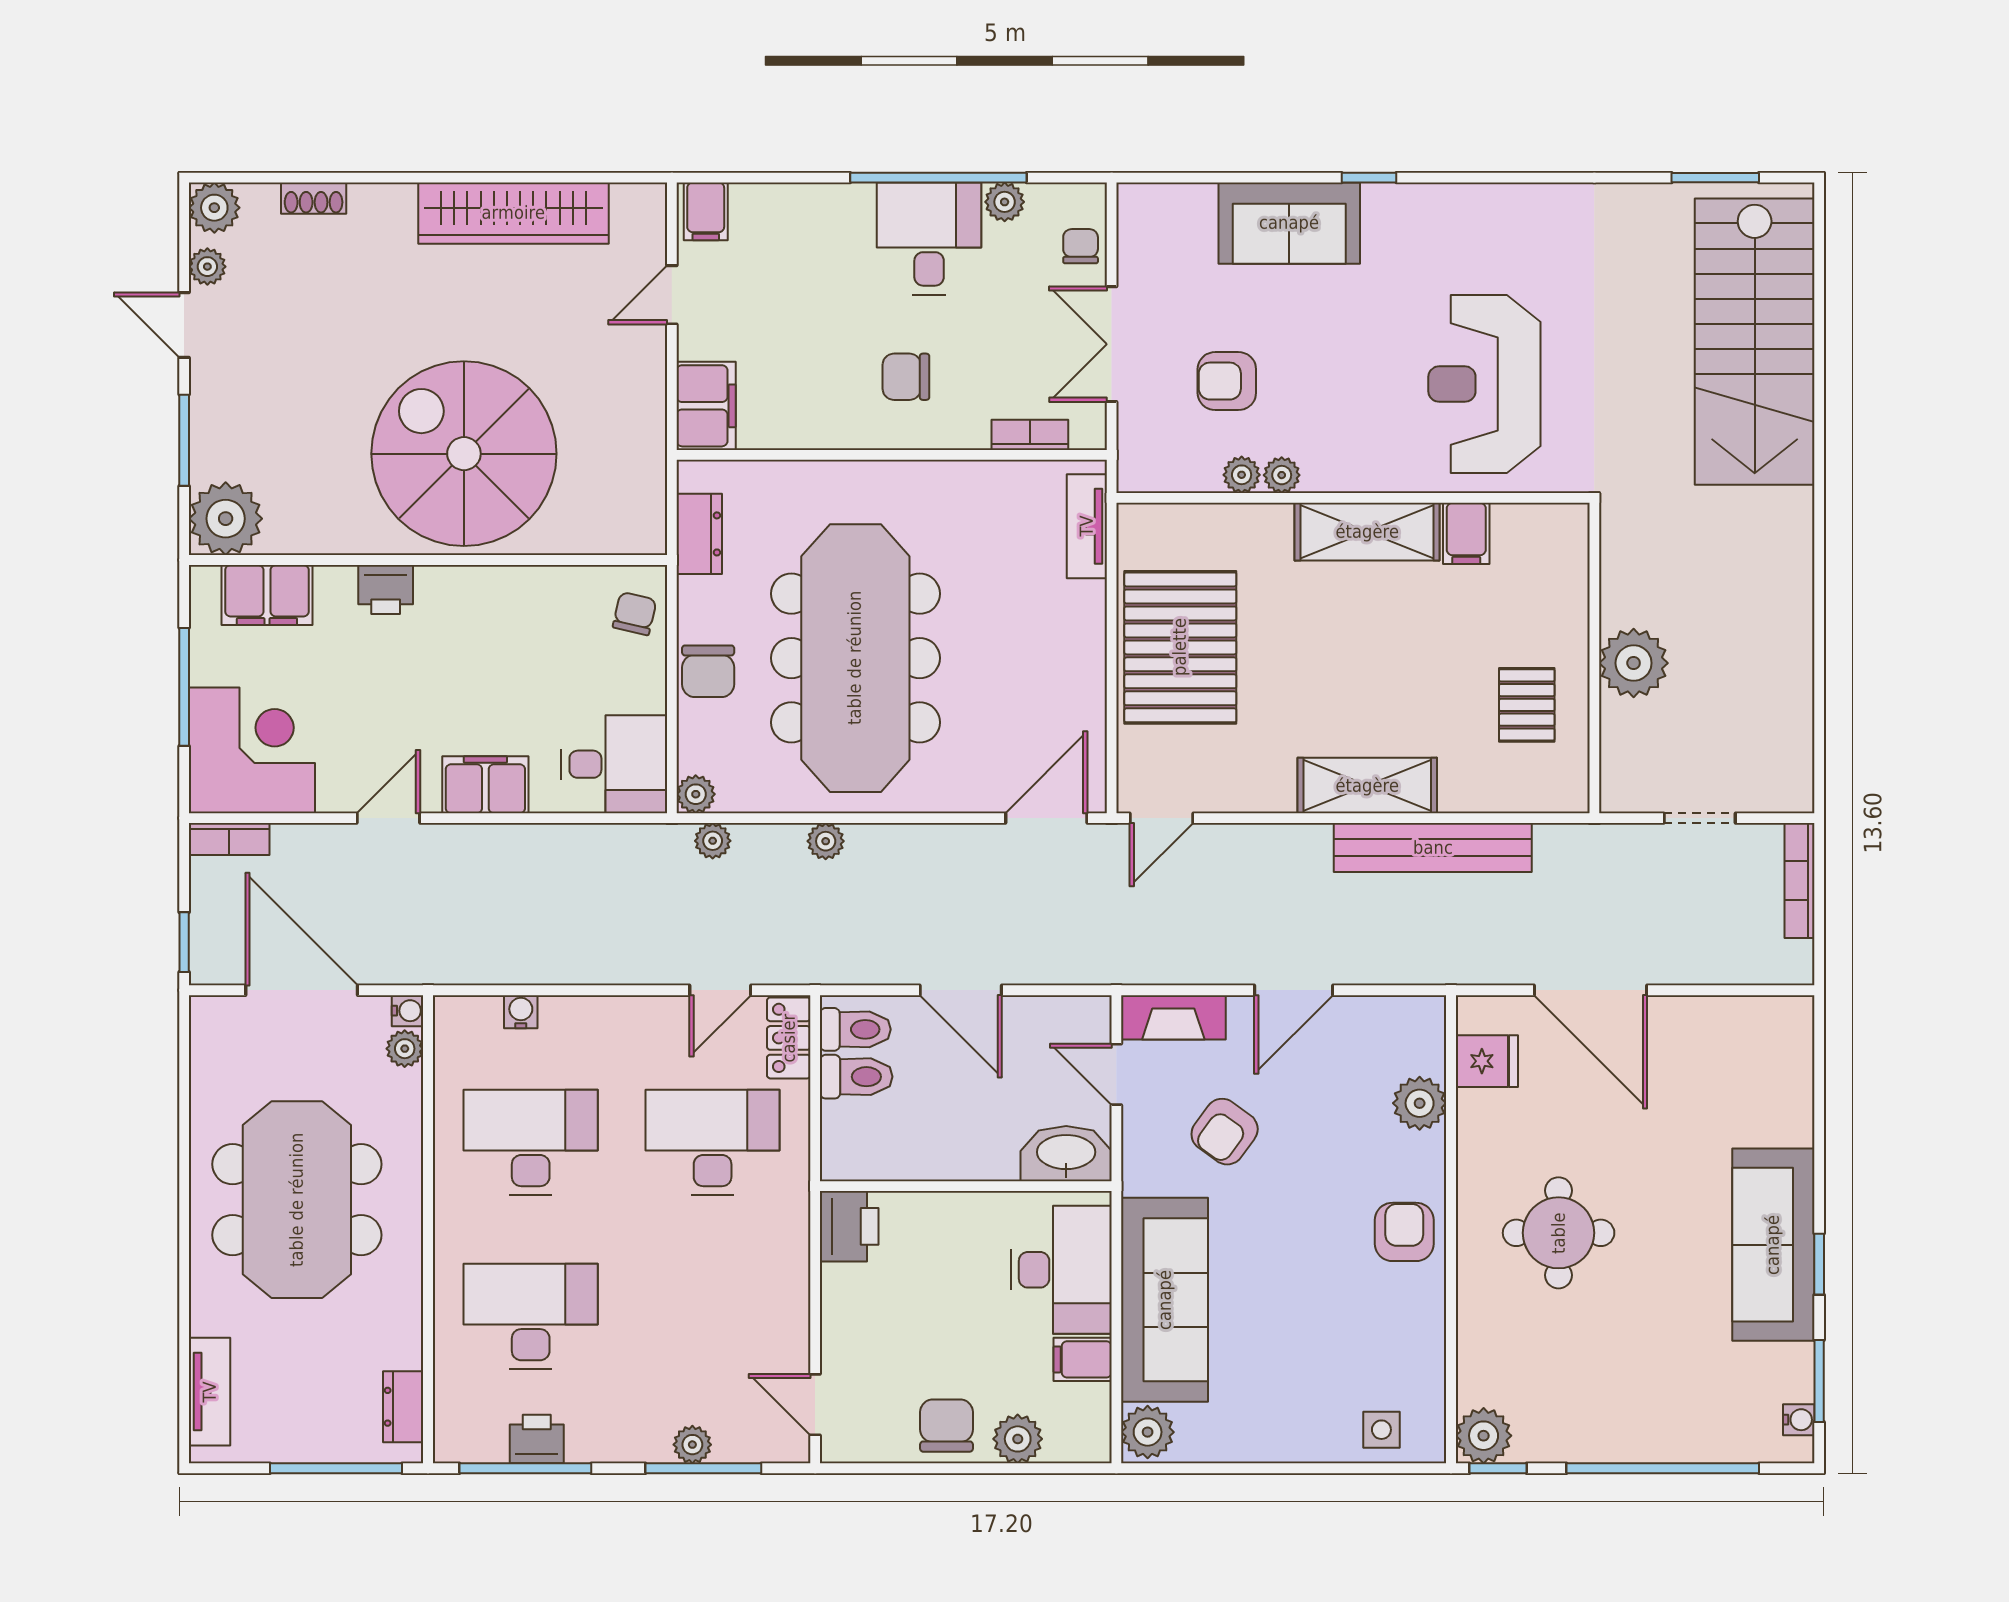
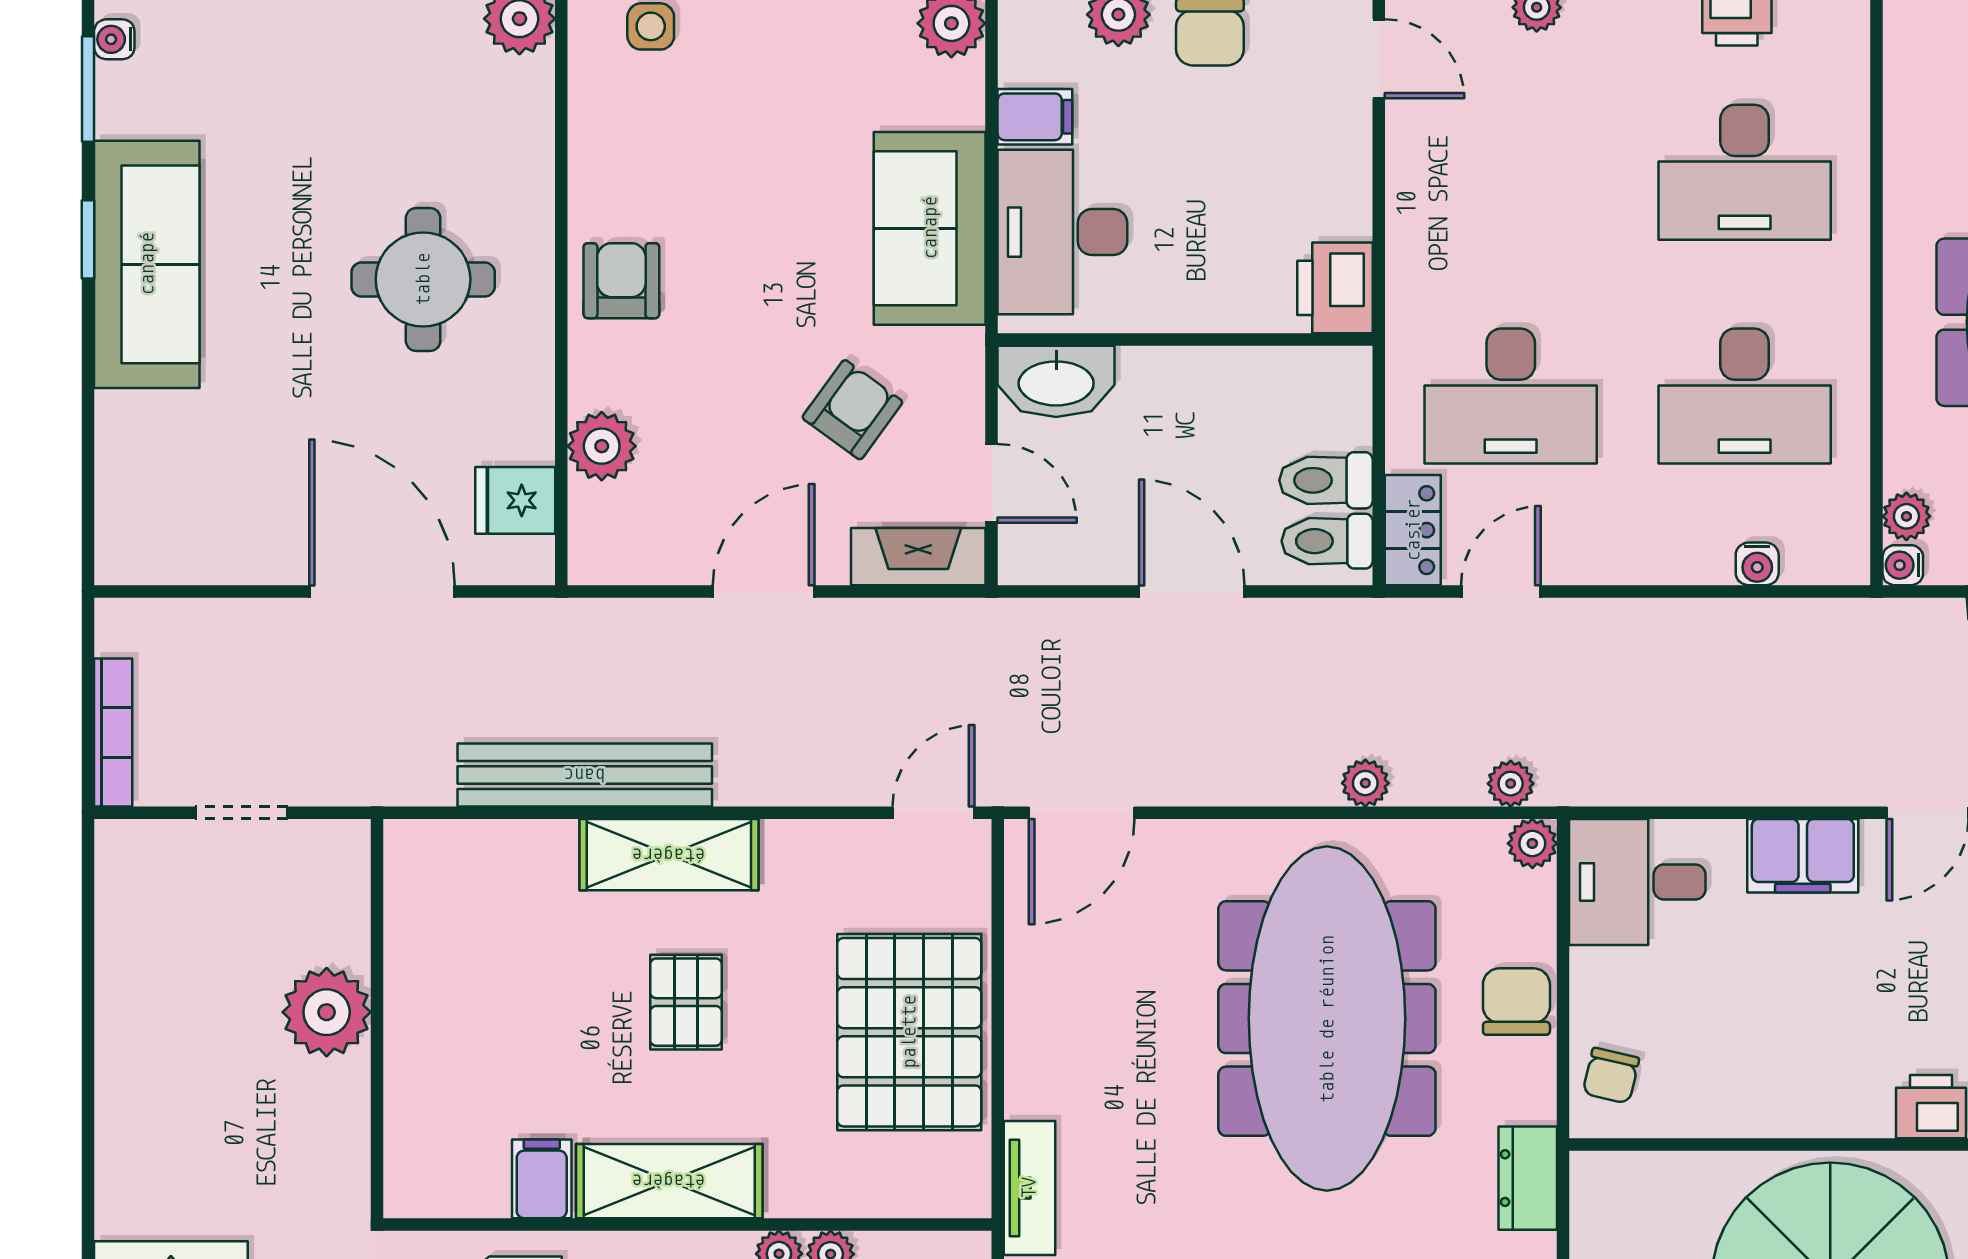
pallet: (1527, 705) -> (686, 1002), moved
armchair: (1404, 1232) -> (621, 281), turned 180
sofa: (1165, 1300) -> (930, 228), width x0.73
dresser: (403, 1407) -> (1908, 56), removed

